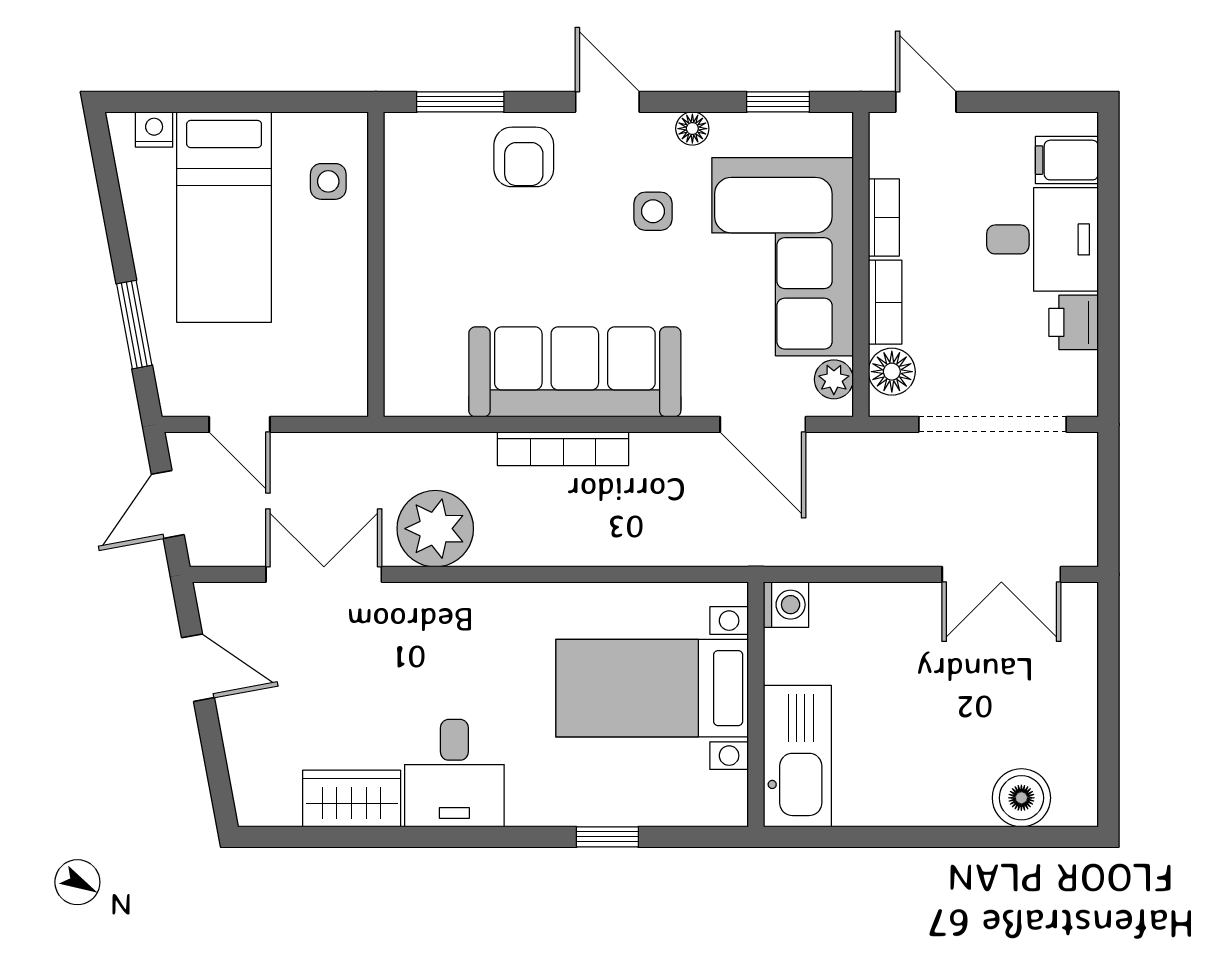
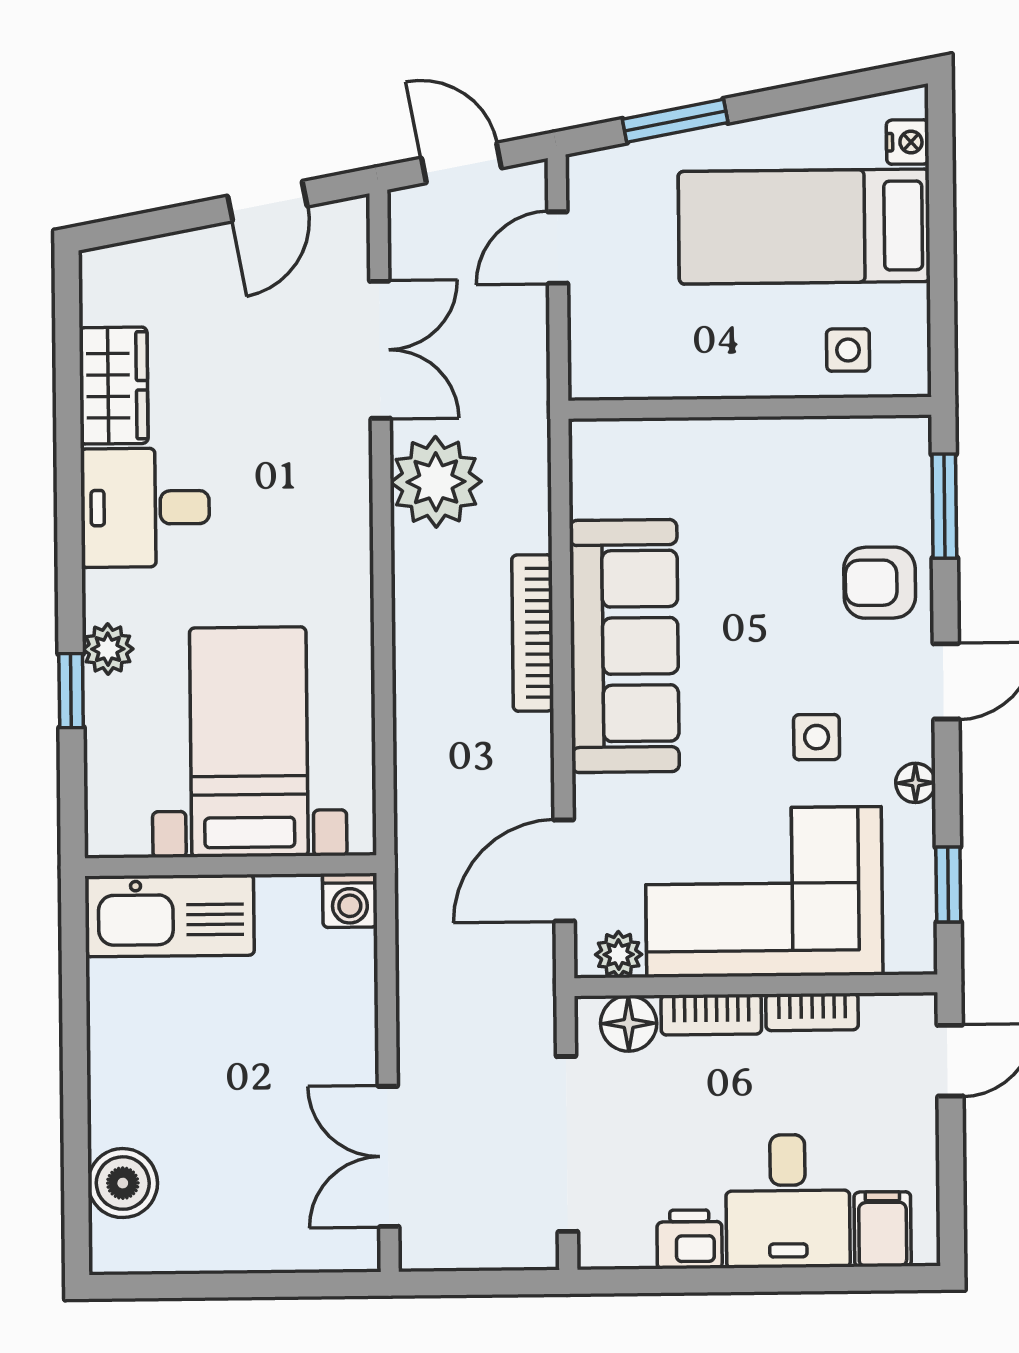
plant: (573, 806) -> (108, 649), added

